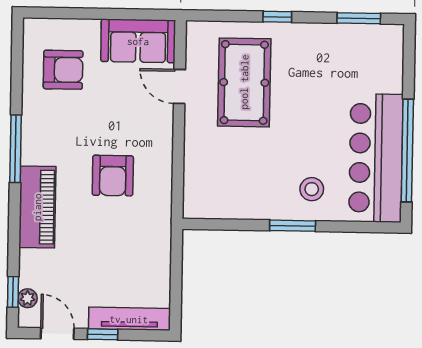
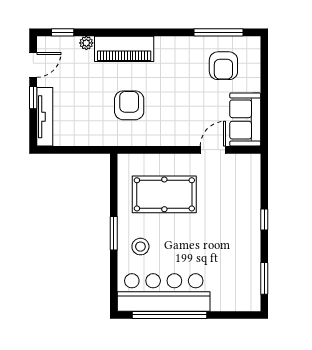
pool table: (244, 82) -> (164, 194), moved
window: (16, 149) -> (219, 32), moved
armchair: (113, 176) -> (129, 105), moved, turned 90
plant: (28, 298) -> (86, 43), moved

